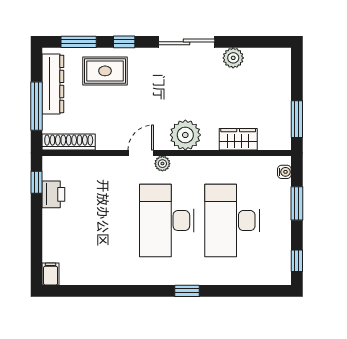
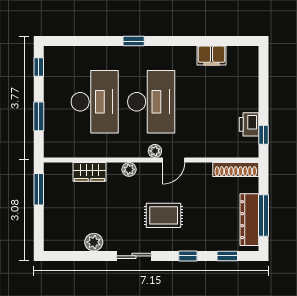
window: (79, 42) -> (227, 256), width x0.67
sliding door: (187, 42) -> (134, 256), width x0.73
rug: (105, 71) -> (164, 215), moved
window: (37, 106) -> (264, 216), moved
plant: (185, 135) -> (129, 169), width x0.53, depth x0.53
water cooler: (284, 172) -> (50, 144), removed
filing cabinet: (51, 274) -> (212, 56), moved, width x2.00

